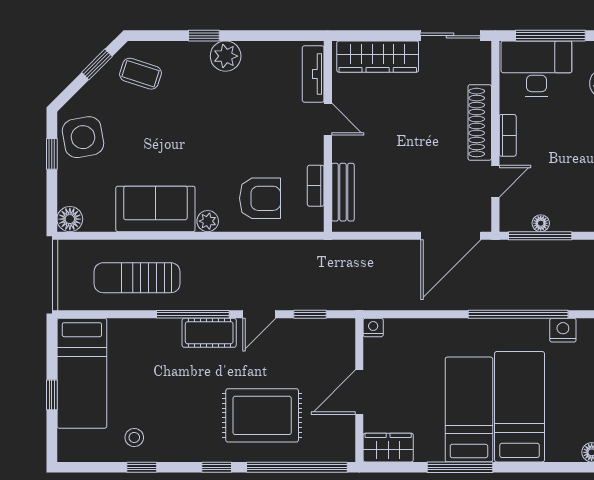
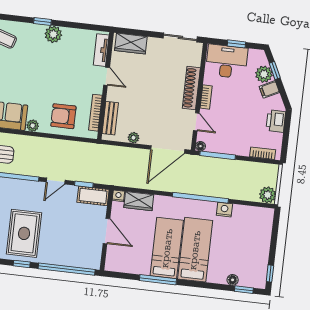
window: (550, 36) -> (236, 44), width x0.46
wardrobe: (378, 57) -> (131, 44), width x0.67
door: (495, 181) -> (196, 122), hinge flipped
bookcase: (316, 186) -> (95, 113), width x1.56
armchair: (260, 198) -> (63, 116), turned 180
plant: (388, 222) -> (134, 138), added
floor lamp: (541, 223) -> (200, 146), moved
cot: (209, 333) -> (93, 196), moved
door: (359, 392) -> (106, 231), swing flipped
rug: (262, 415) -> (24, 233), moved, turned 90
wardrobe: (388, 448) -> (139, 201), moved, turned 180

